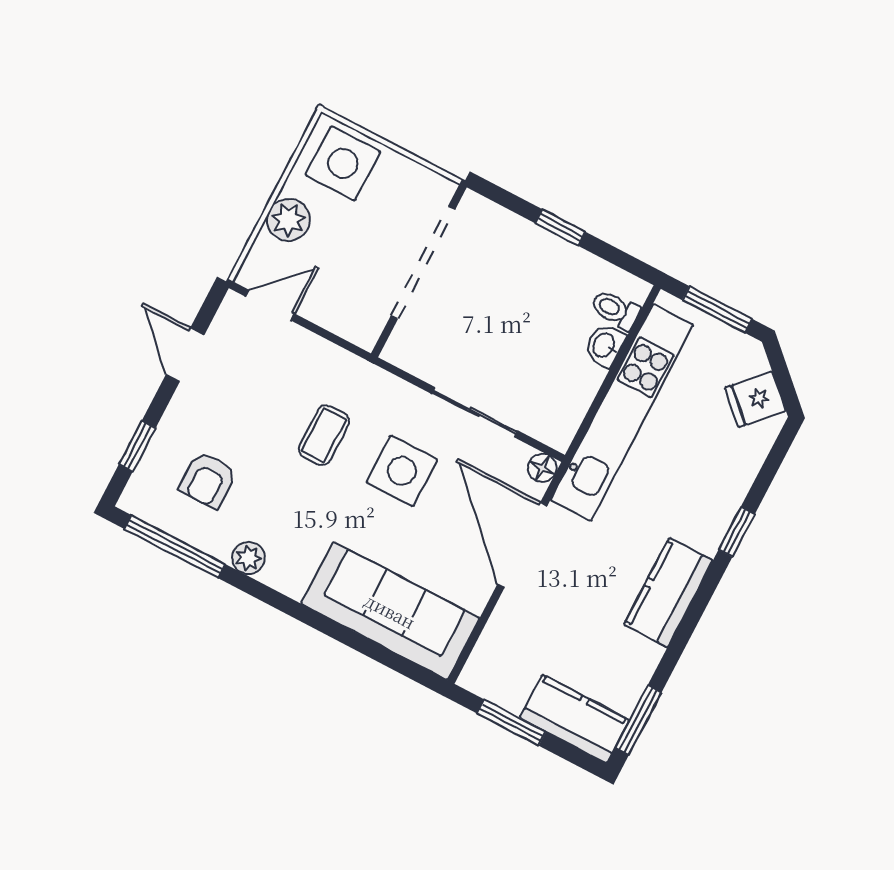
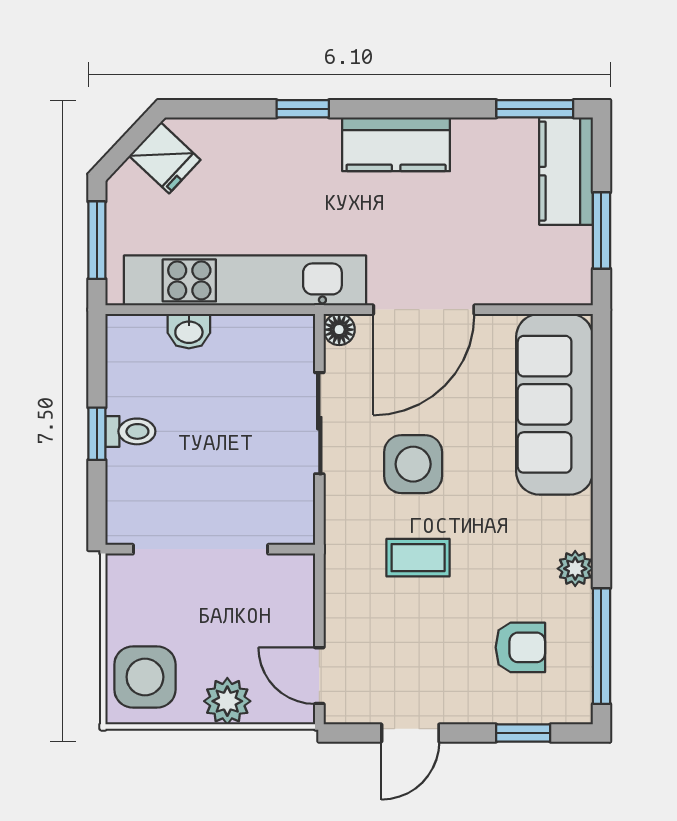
toilet: (615, 310) -> (130, 431), moved, turned -90

